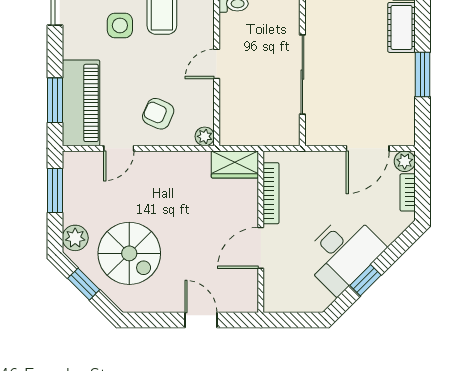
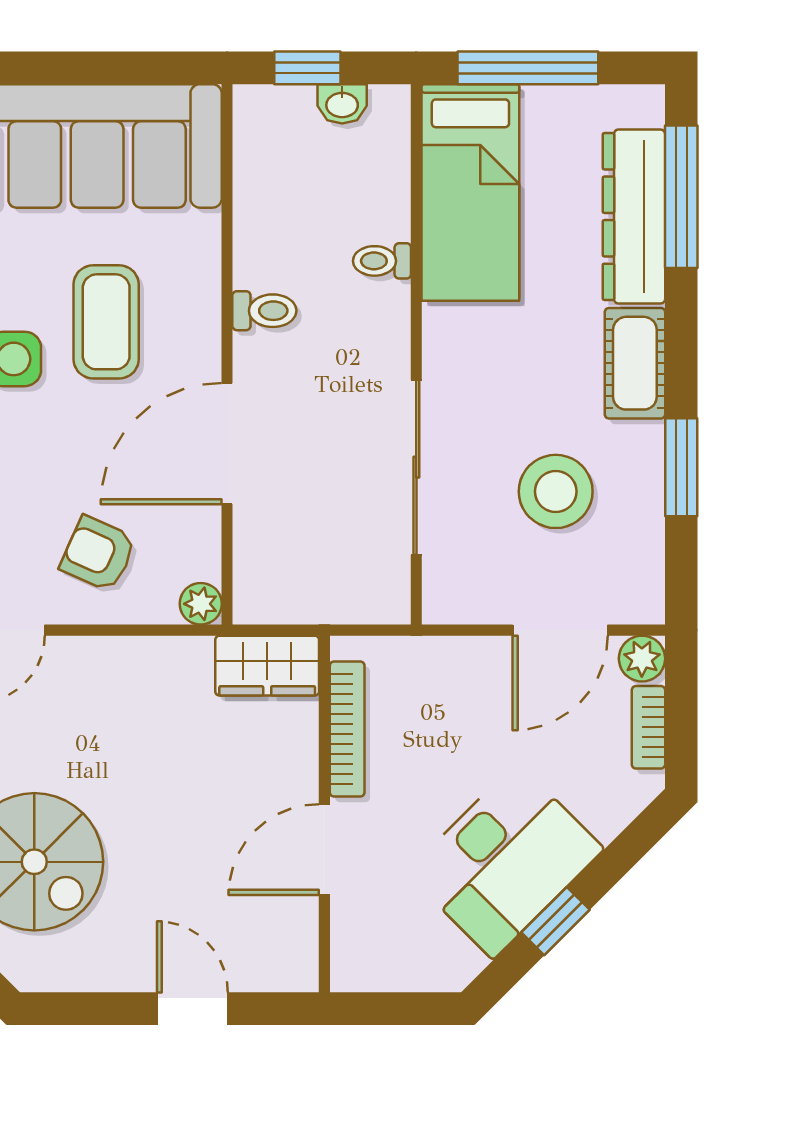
door: (217, 64) -> (227, 444), width x1.88
stool: (366, 86) -> (556, 491), added

